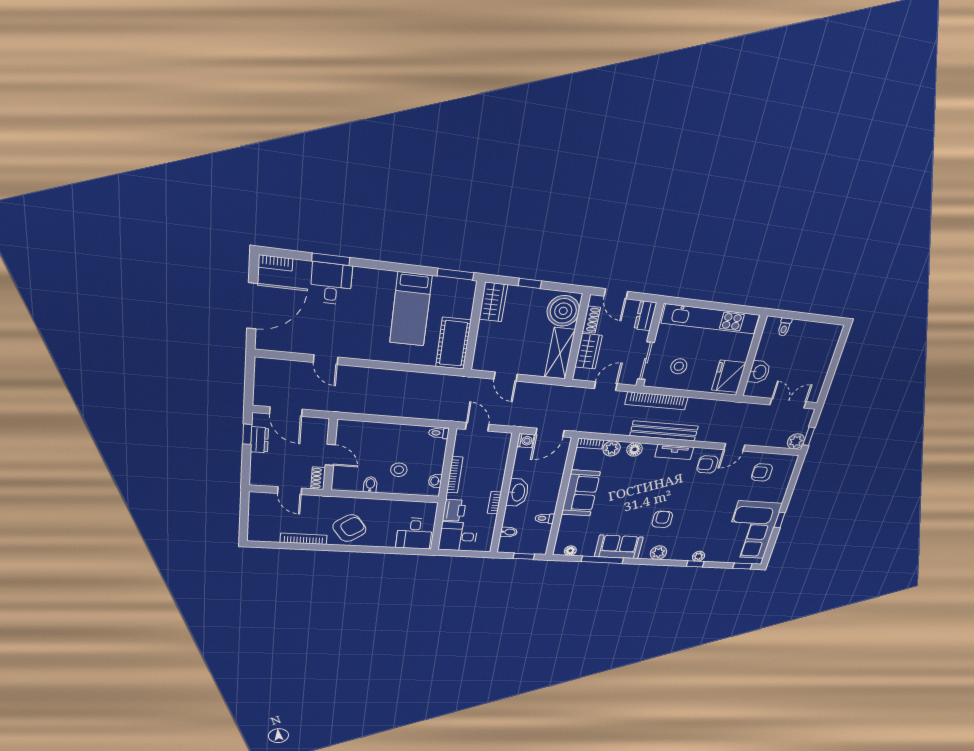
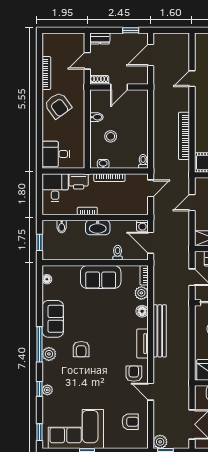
bookcase: (657, 401) -> (184, 136), moved
dresser: (259, 440) -> (100, 38), moved
armchair: (762, 472) -> (130, 422), turned 90
toilet: (545, 518) -> (118, 253), moved
armchair: (662, 519) -> (81, 349), turned 90
window: (602, 560) -> (40, 344), moved

